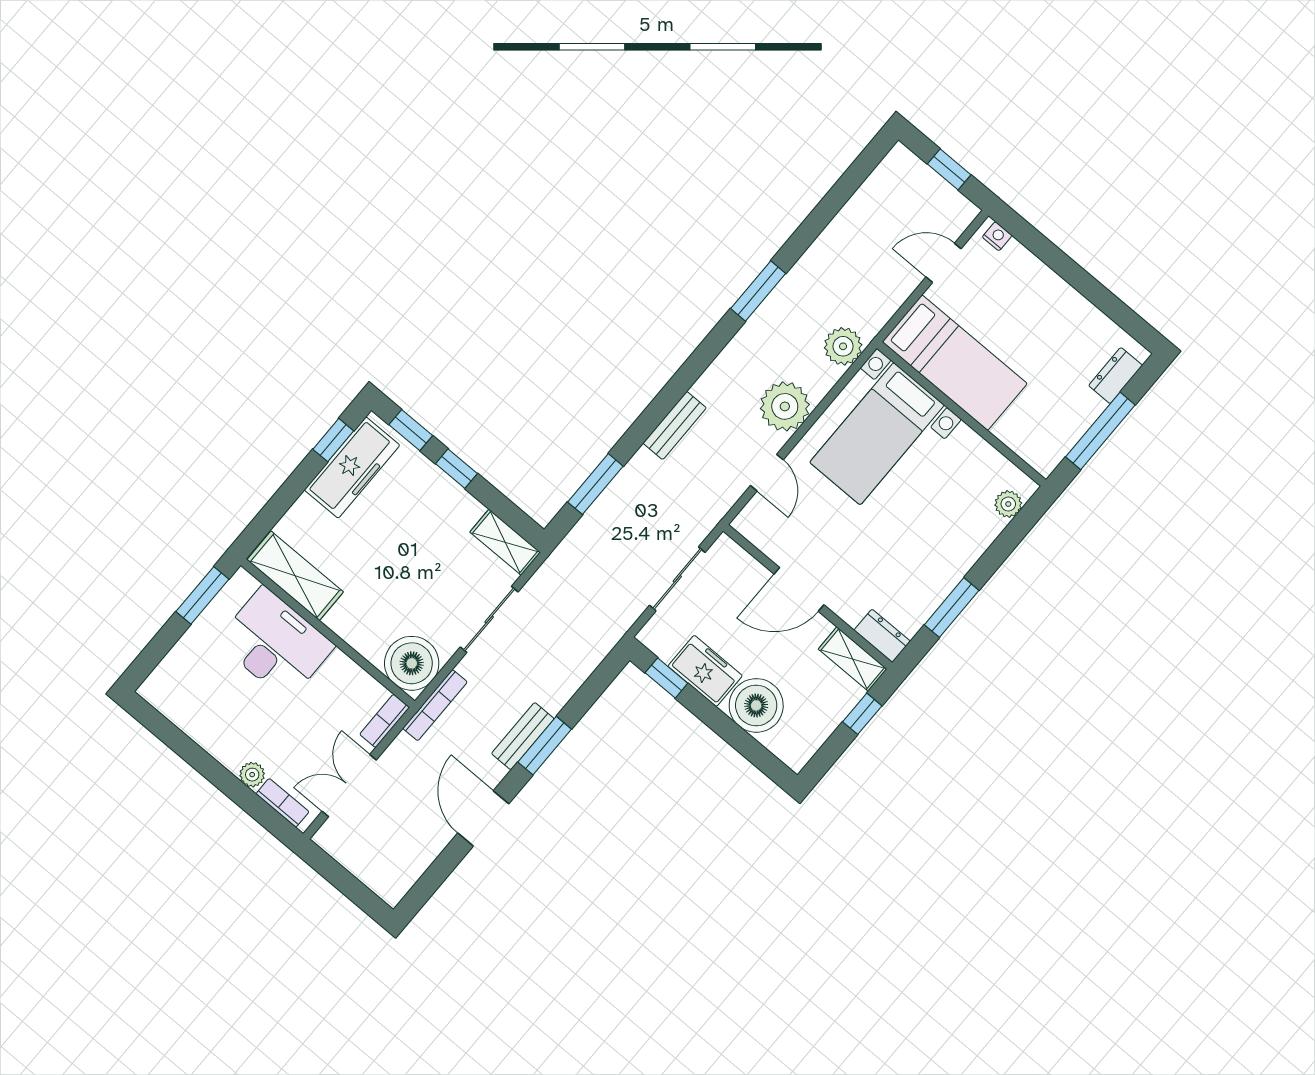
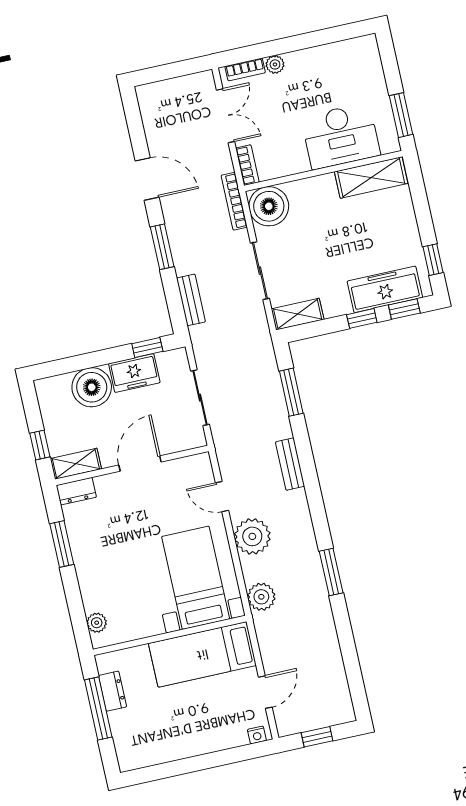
dresser: (1116, 376) -> (112, 691), moved
freezer: (352, 468) -> (385, 289), moved, turned 90
bench: (523, 736) -> (191, 300), moved

